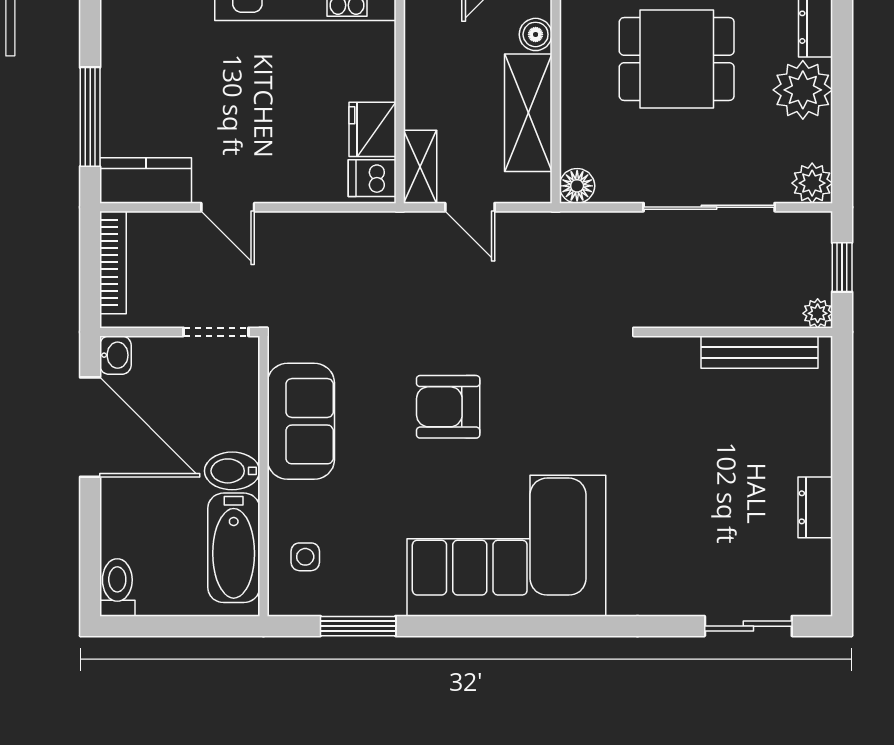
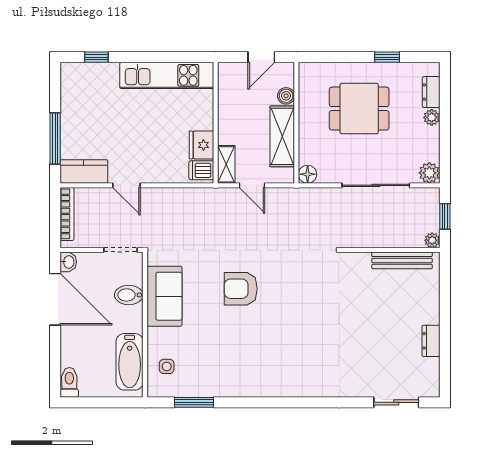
plant: (803, 90) -> (432, 117), width x0.53, depth x0.53
bidet: (232, 471) -> (129, 295), moved
corner sofa: (506, 546) -> (271, 361), removed

